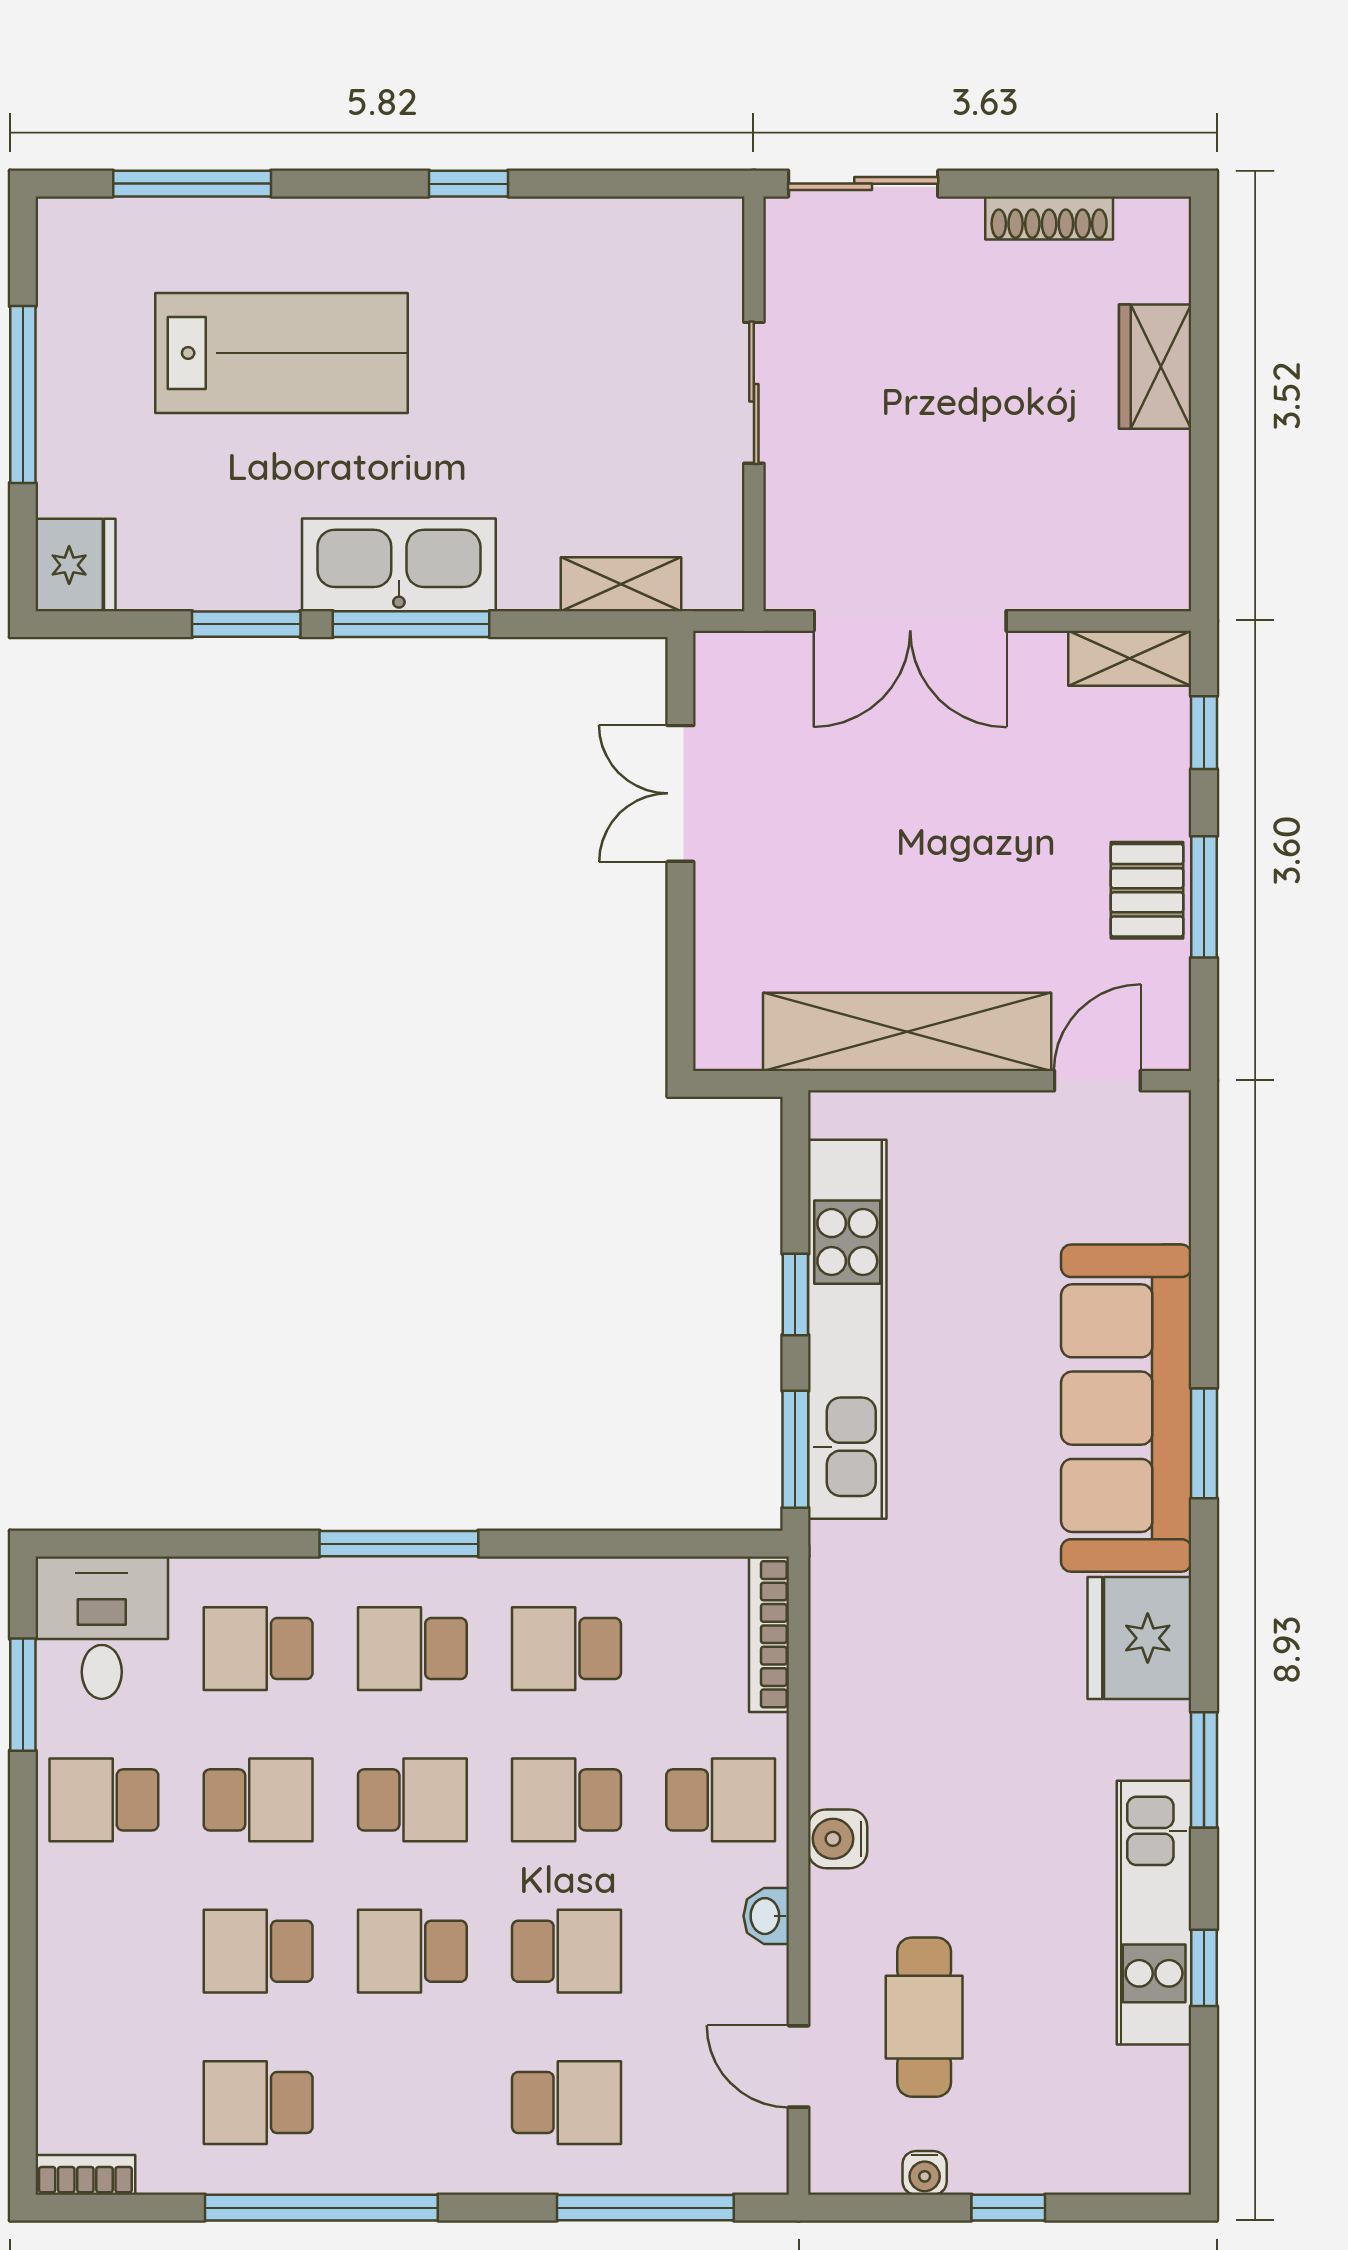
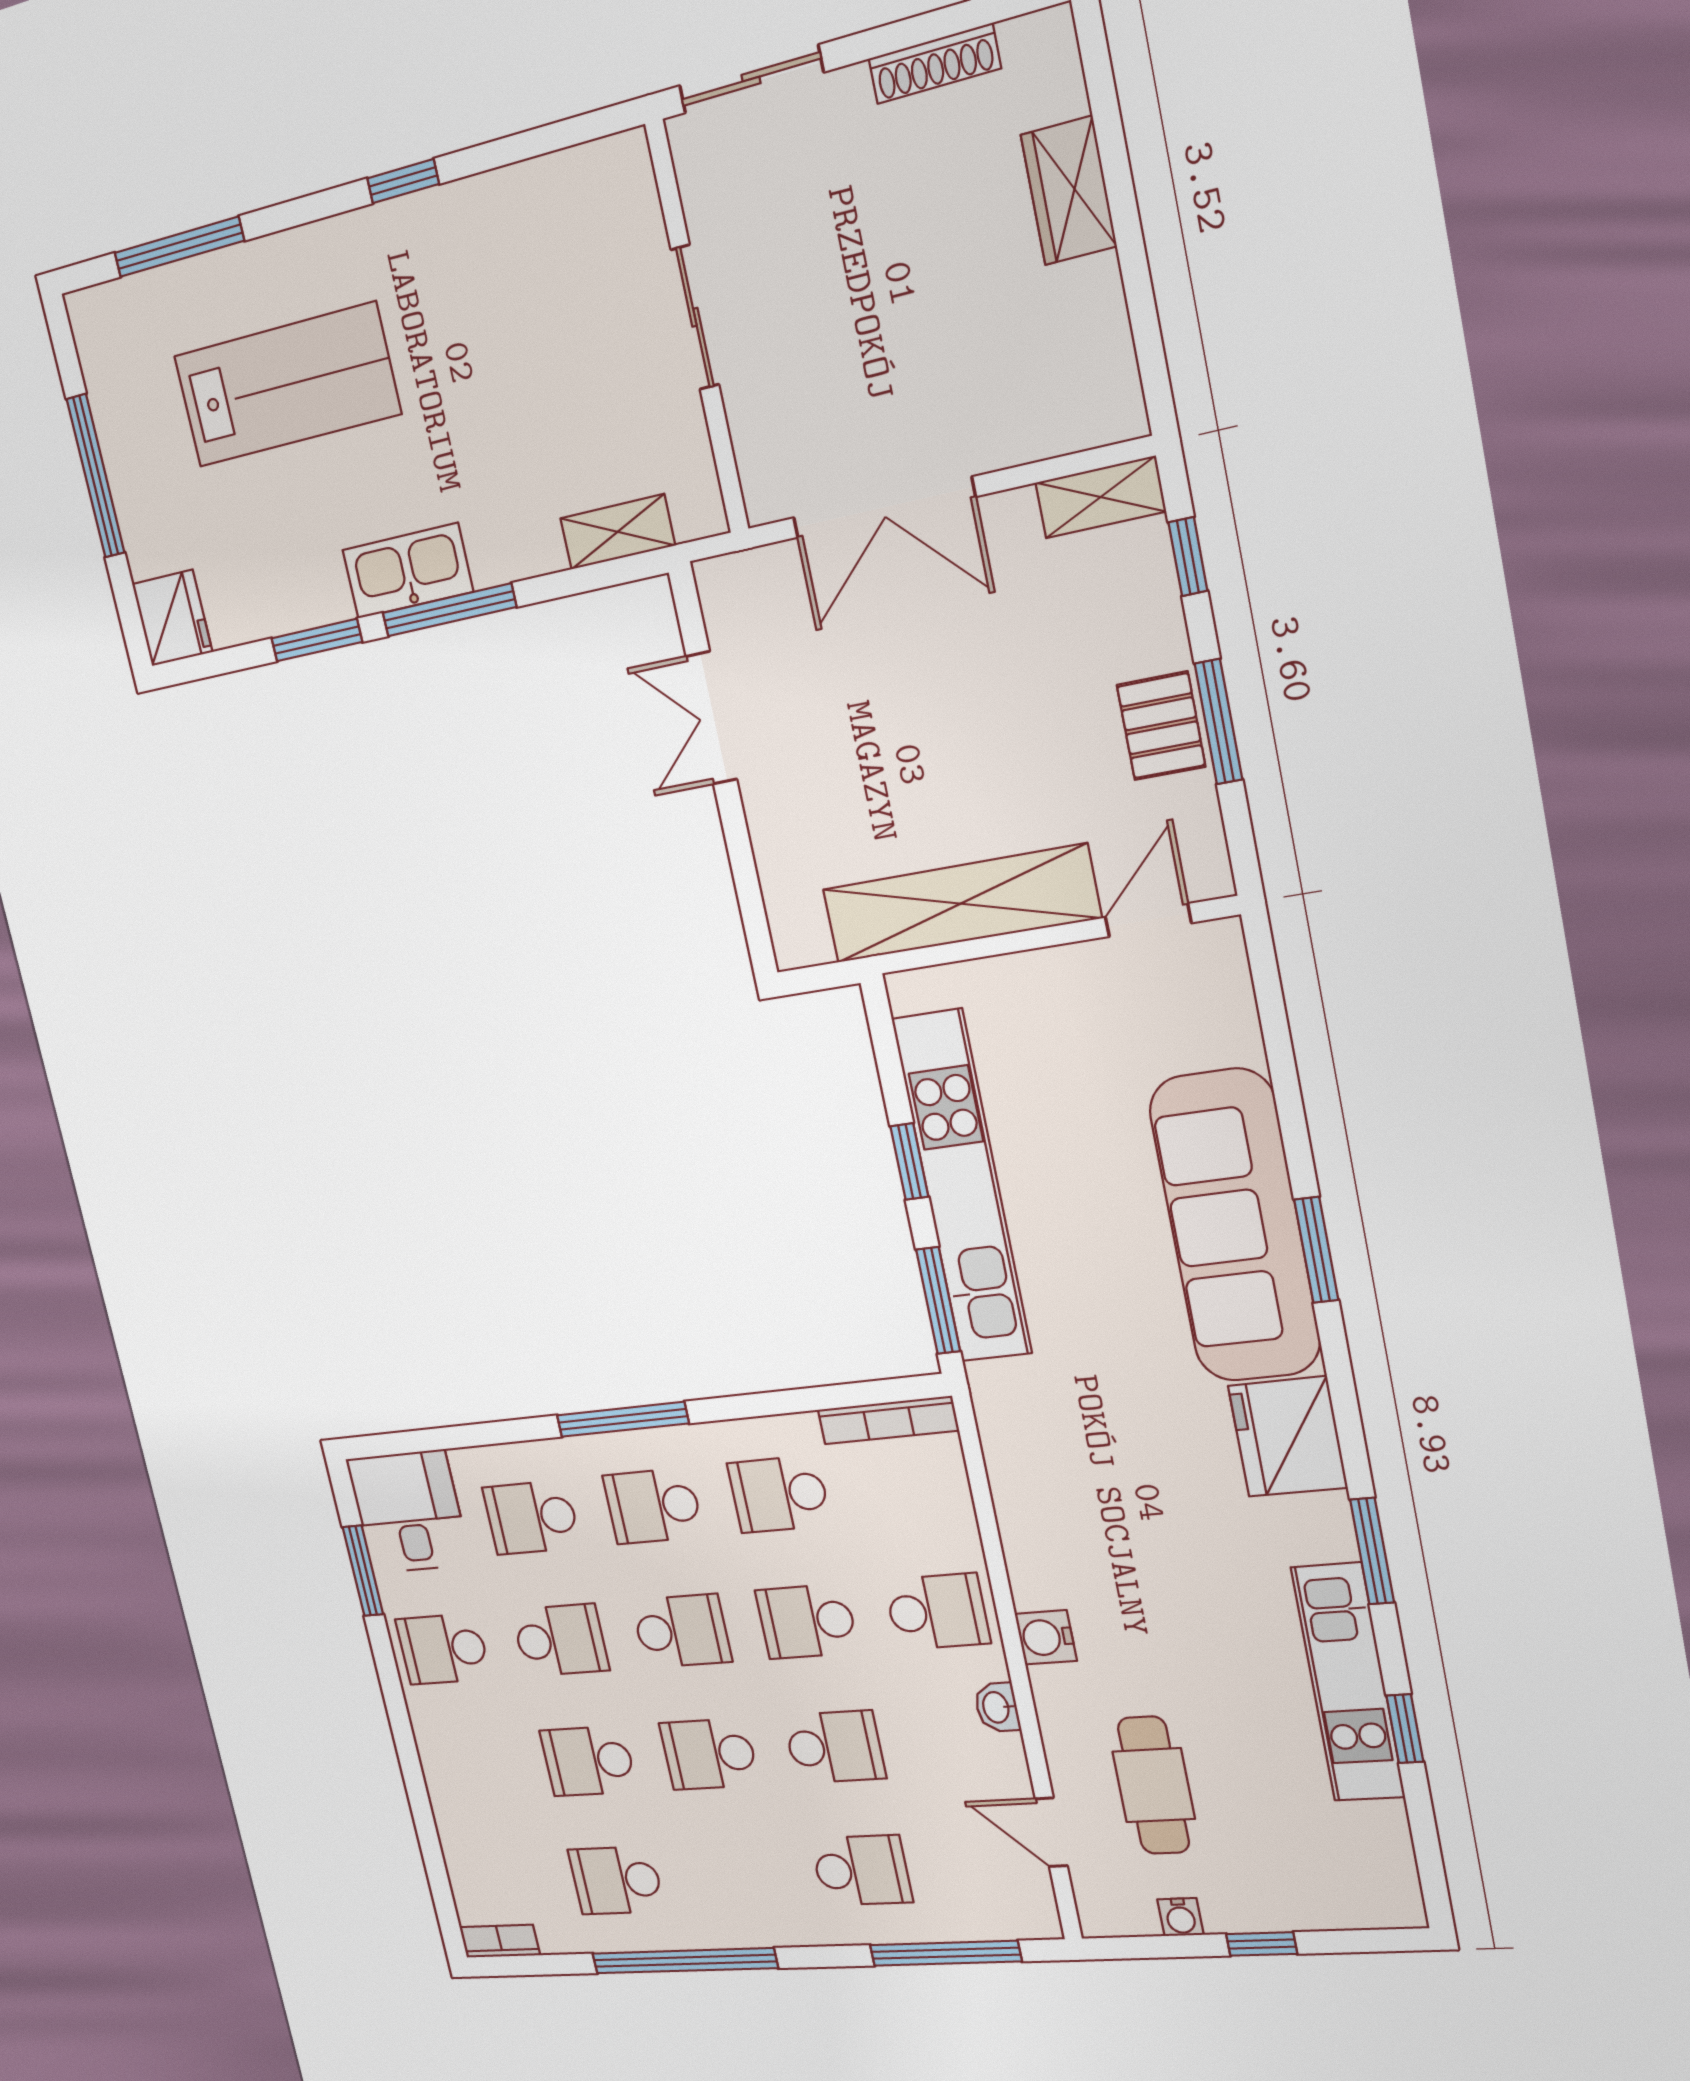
kitchen sink: (399, 565) -> (408, 571), width x0.73, depth x0.81
bookcase: (769, 1634) -> (888, 1420), moved, turned -90

